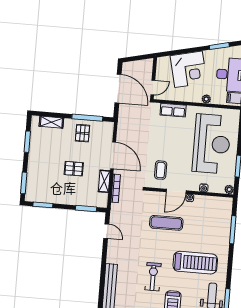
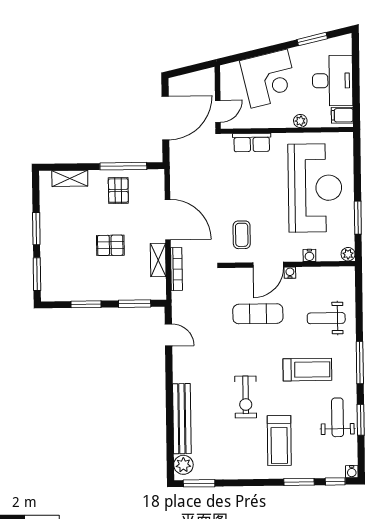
door: (118, 89) -> (165, 118), hinge flipped
window: (27, 142) -> (36, 229), moved
window: (43, 205) -> (86, 304), moved
weight bench: (211, 230) -> (326, 318), added
window: (233, 230) -> (360, 363), moved
treadmill: (195, 263) -> (307, 370), width x0.73, depth x0.73
exercise bike: (153, 277) -> (246, 397), turned 180

